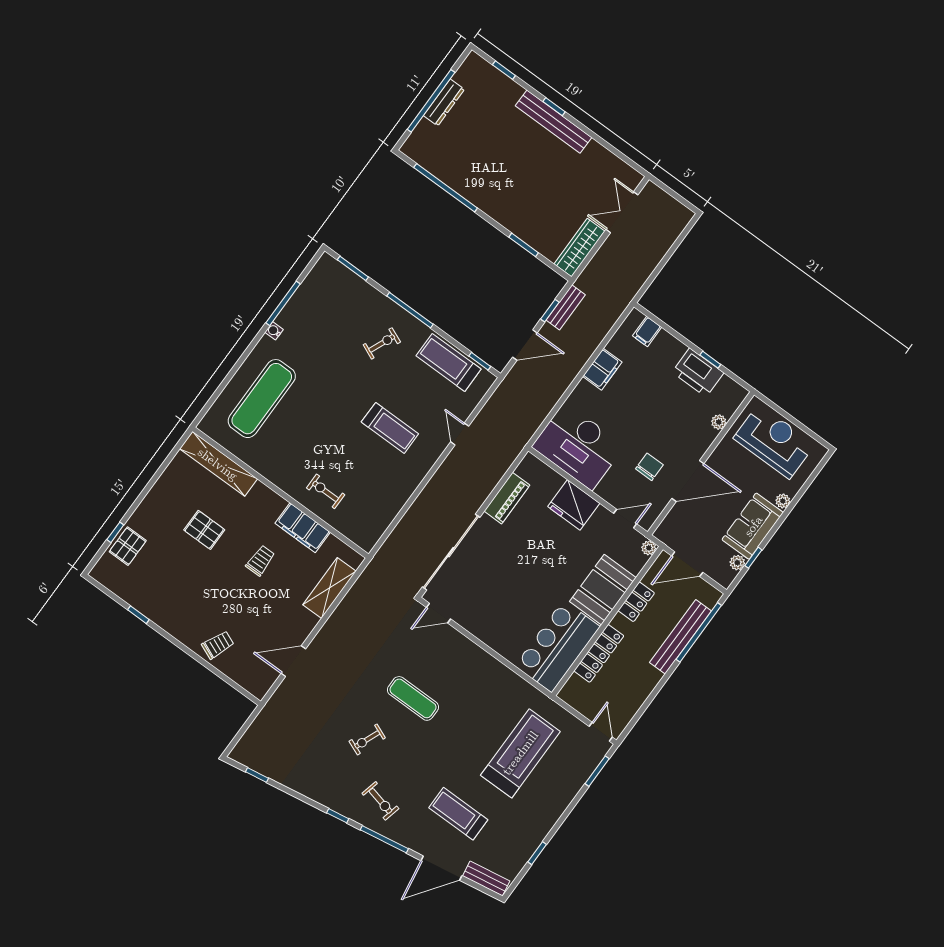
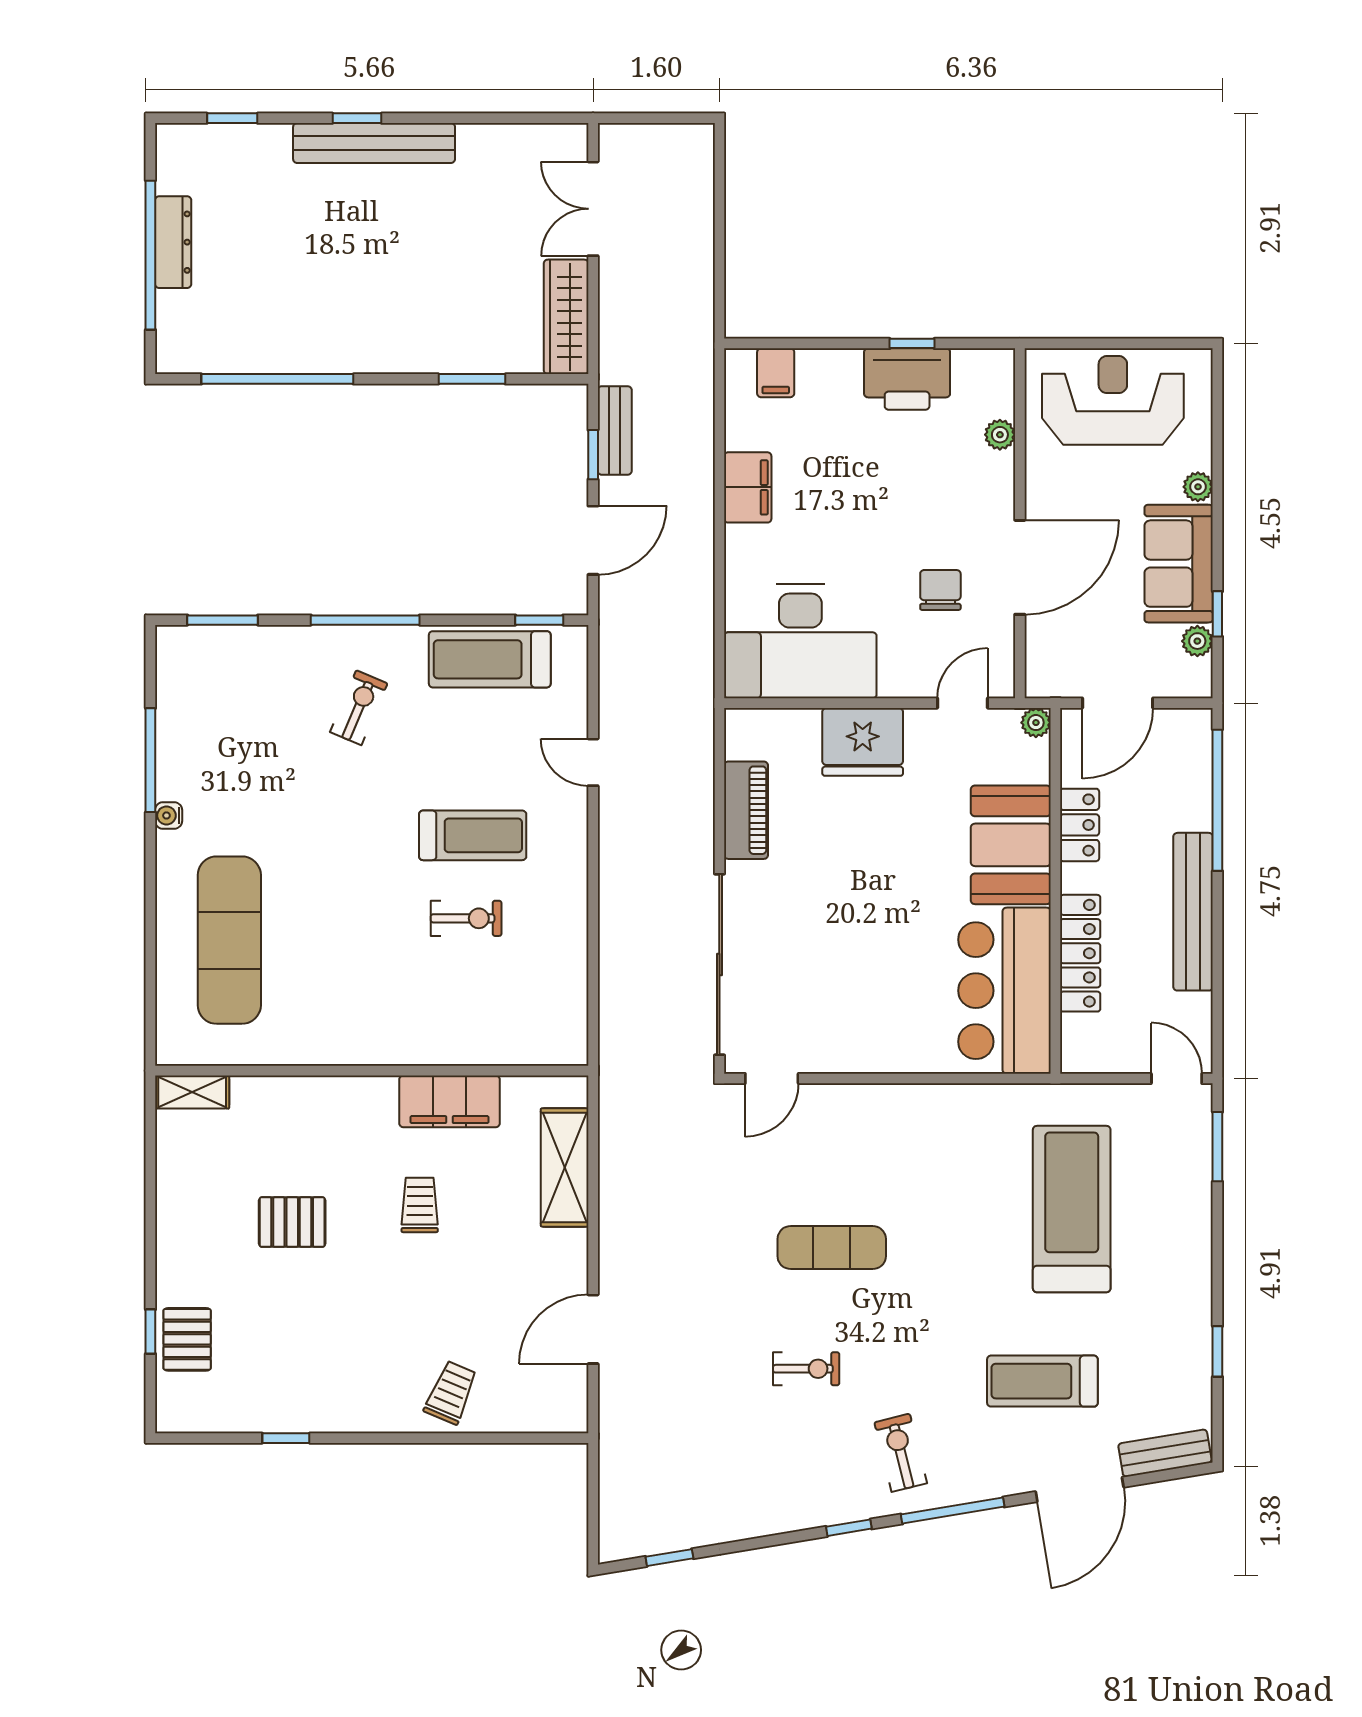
shelving: (218, 464) -> (192, 1092), width x0.45, depth x0.75
exercise bike: (326, 491) -> (466, 918), moved, turned 180
bench: (680, 637) -> (1193, 912), moved
exercise bike: (367, 739) -> (806, 1369), turned -112
exercise bike: (380, 801) -> (901, 1453), turned -117

